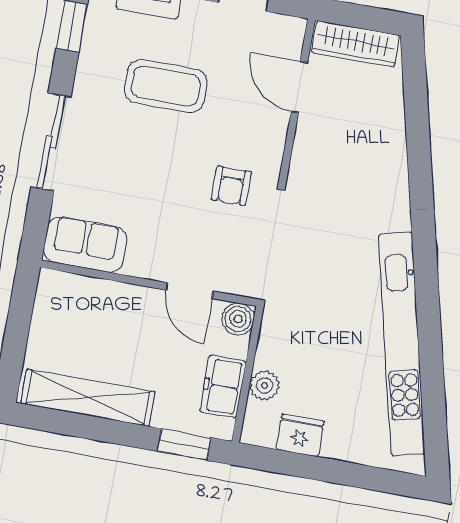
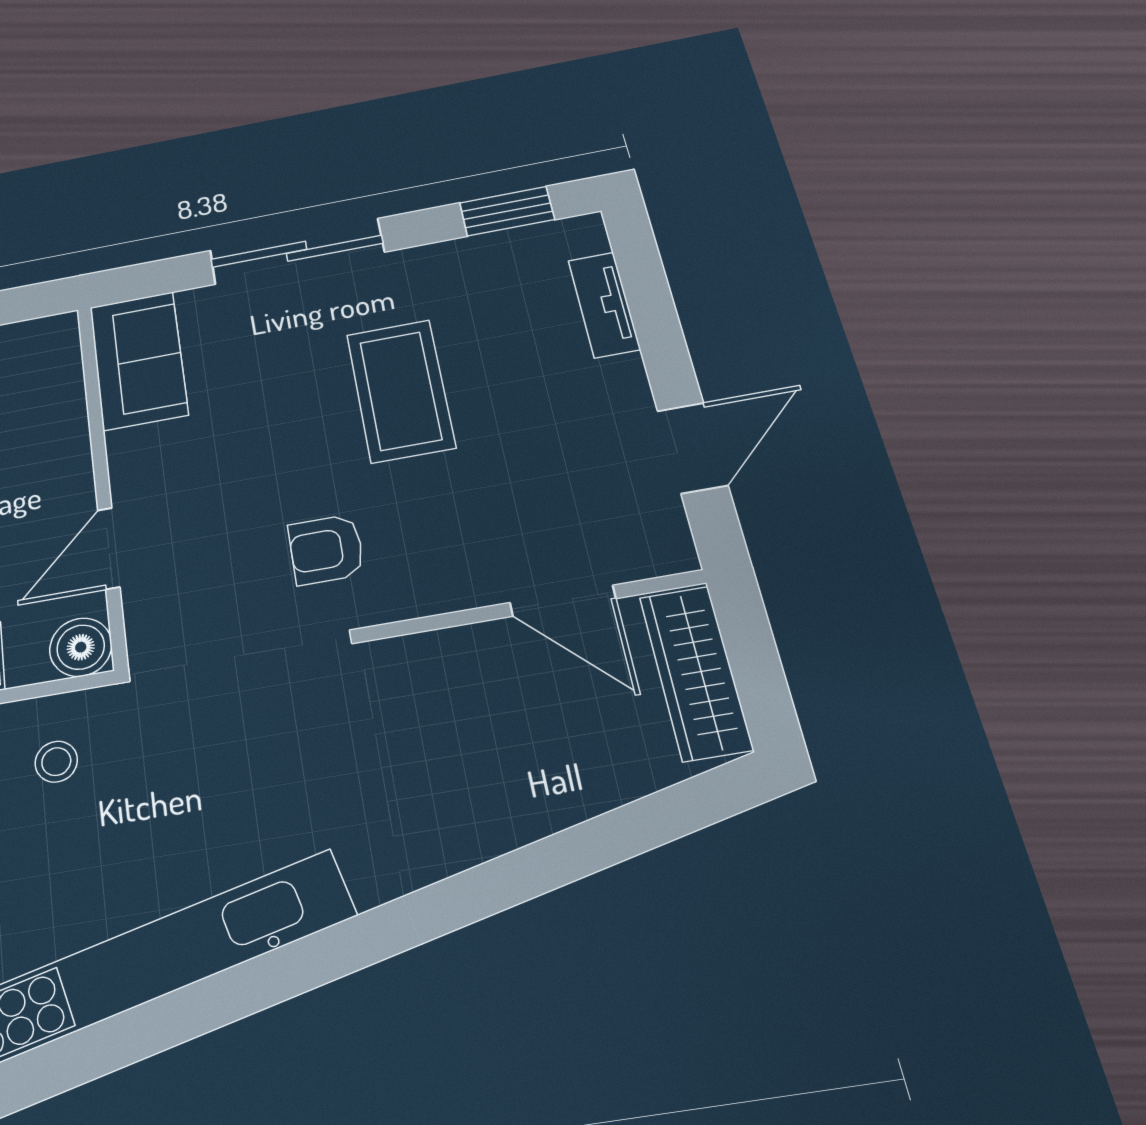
coffee table: (166, 86) -> (400, 391), moved
door: (299, 87) -> (563, 601), swing flipped
stool: (292, 346) -> (56, 762), added

